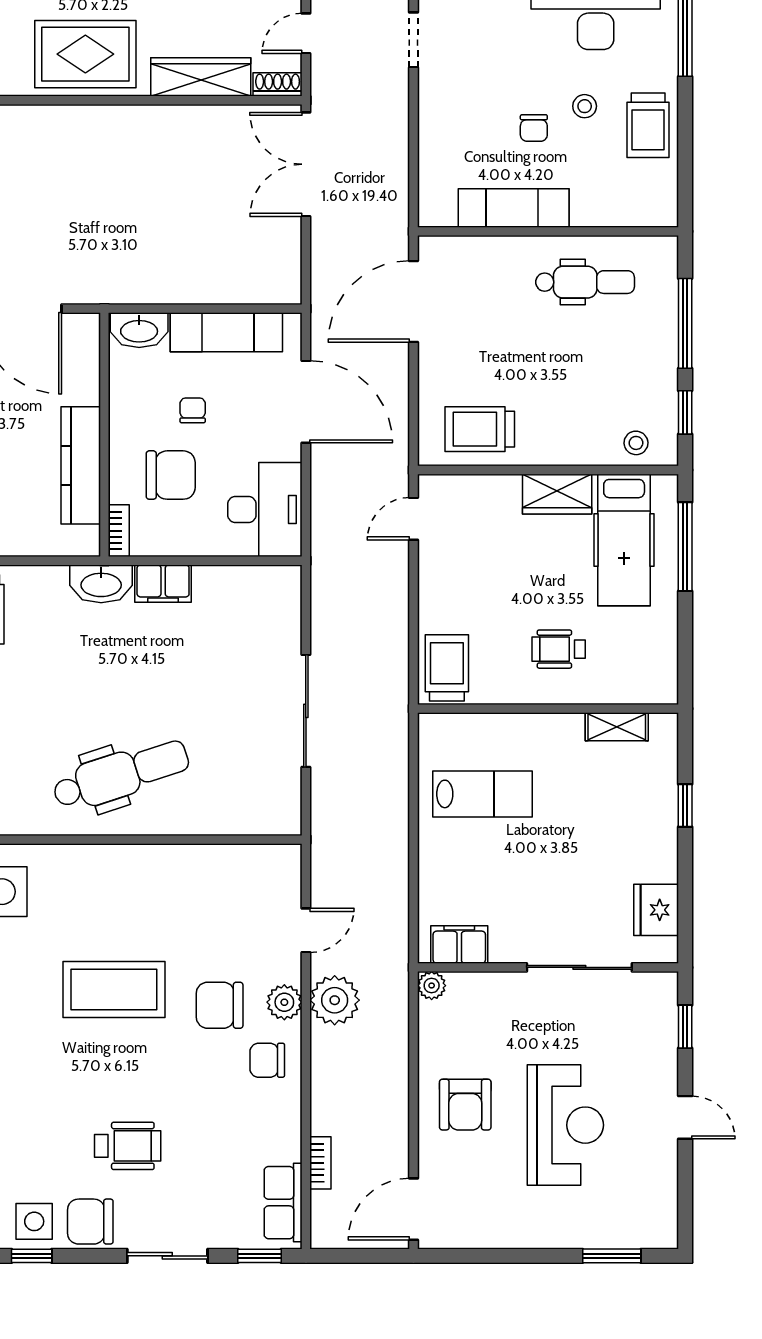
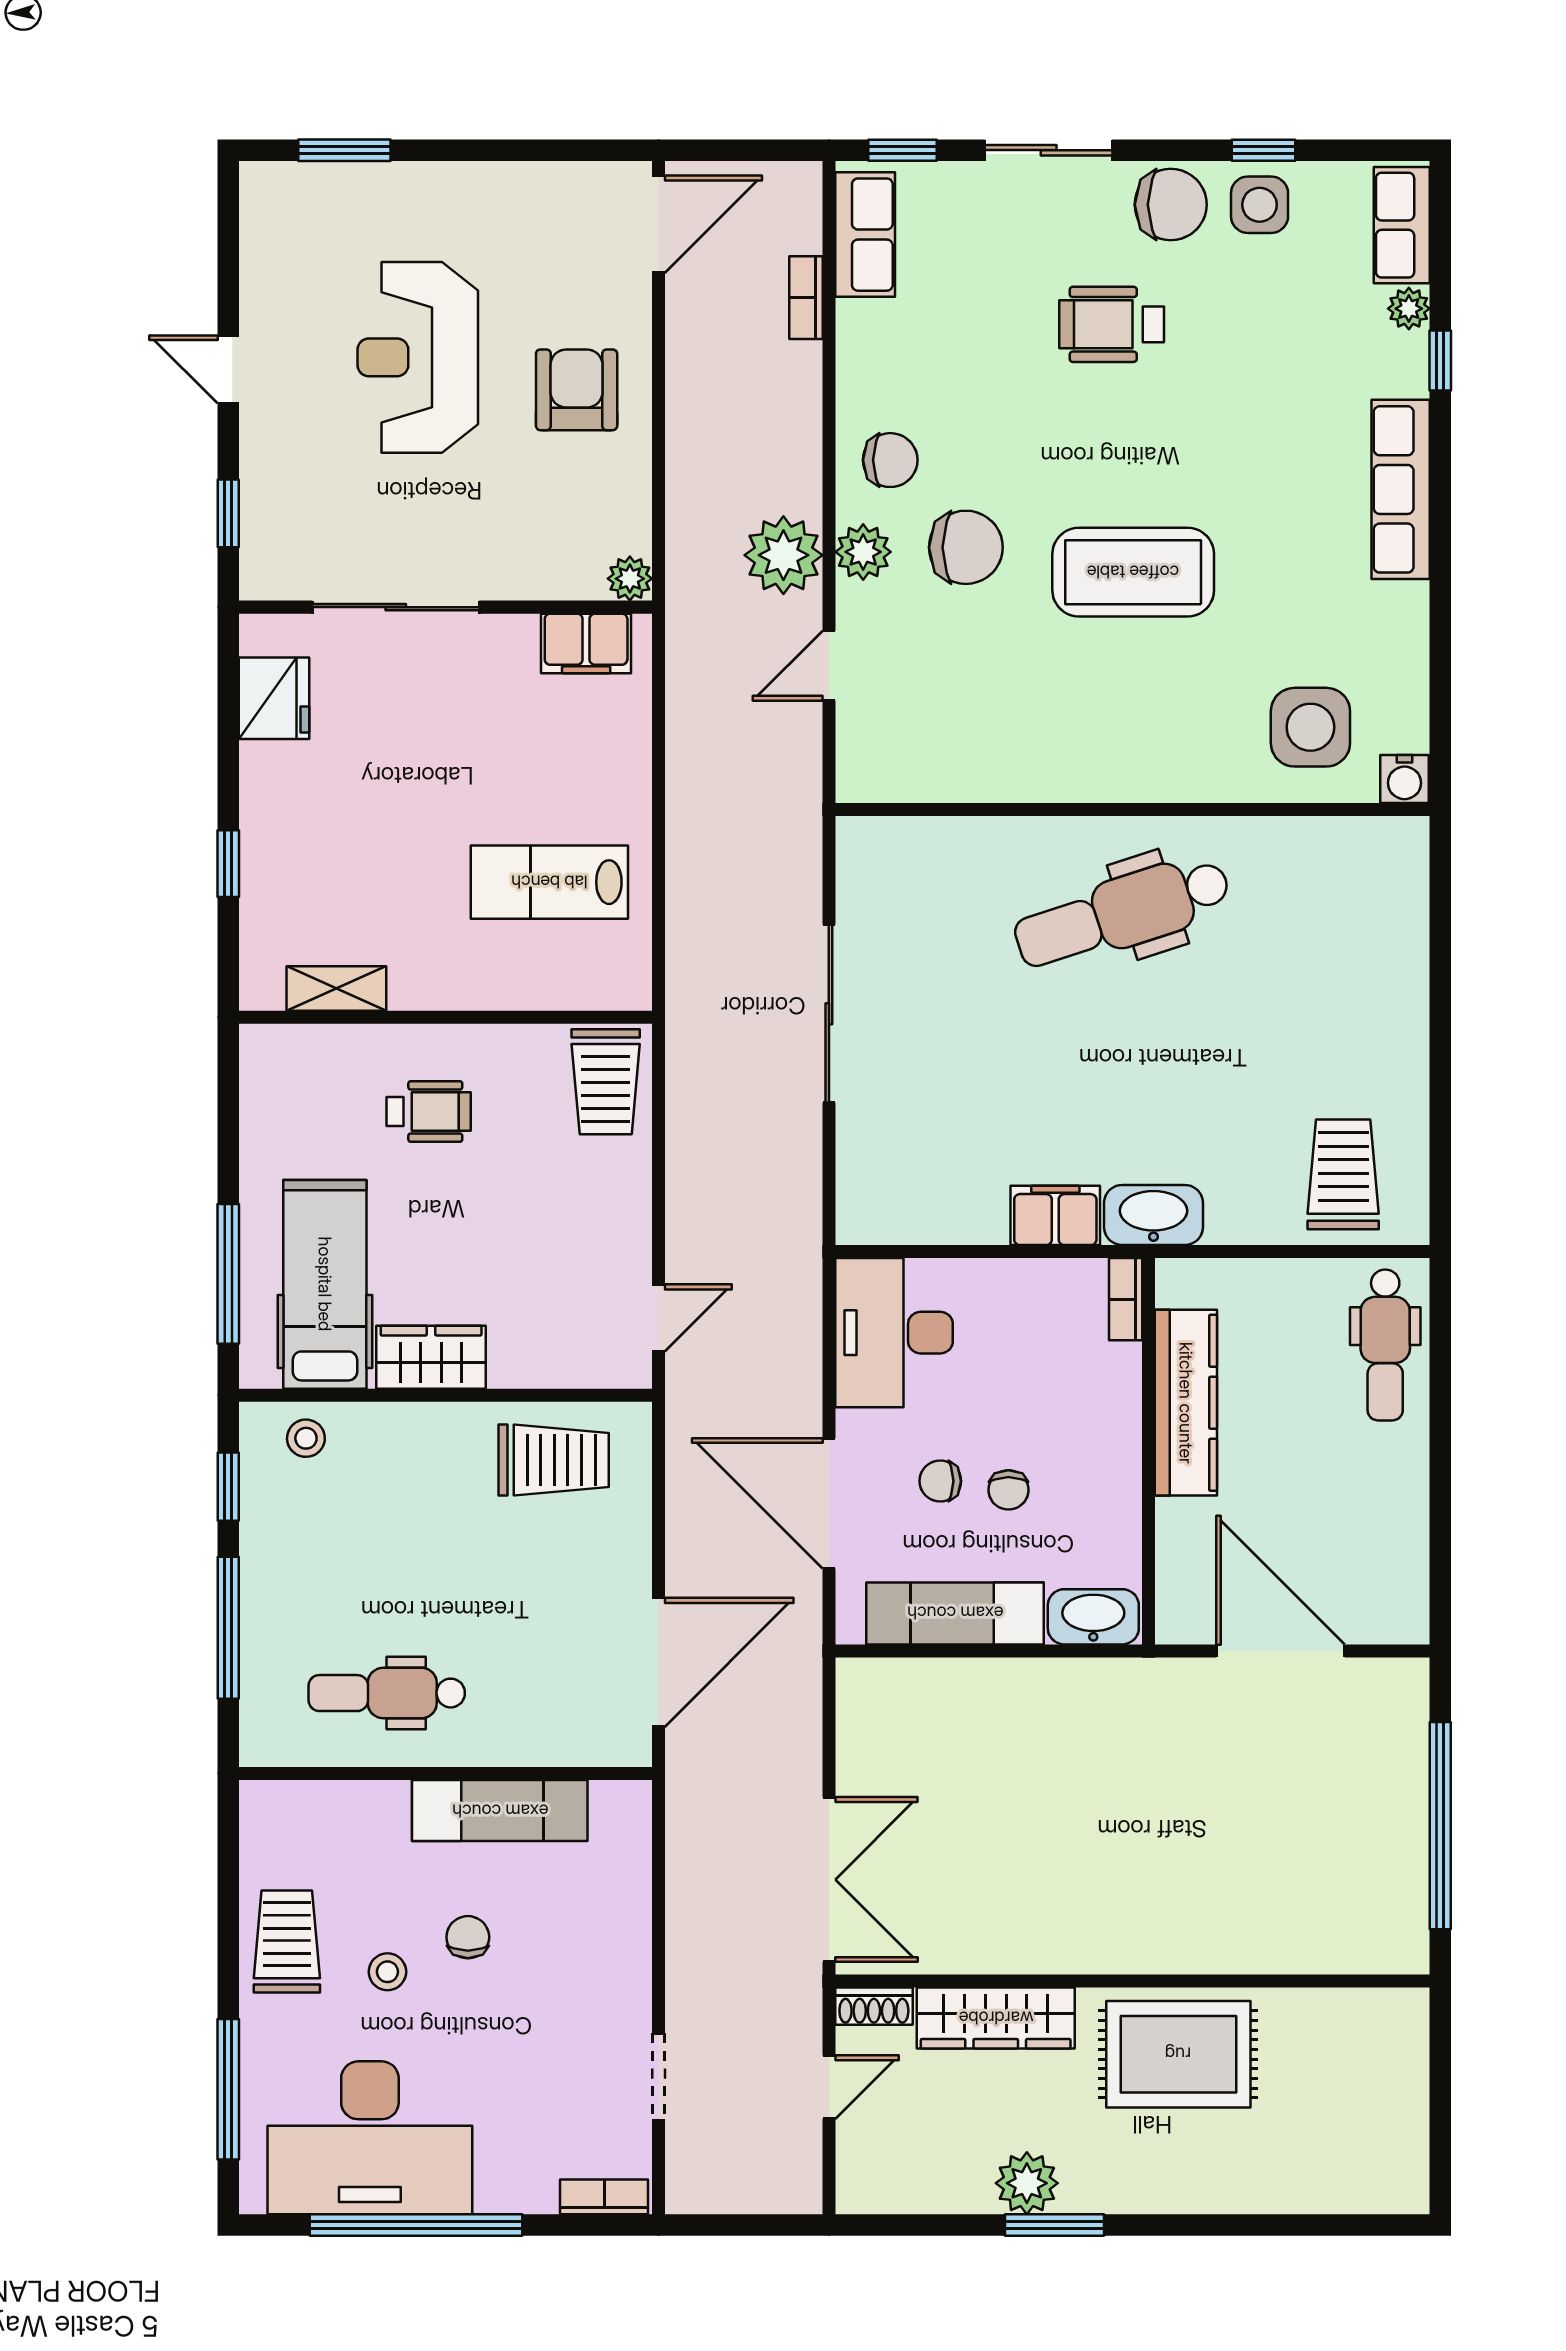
chair: (171, 475) -> (940, 1481), moved, width x0.54, depth x0.54

